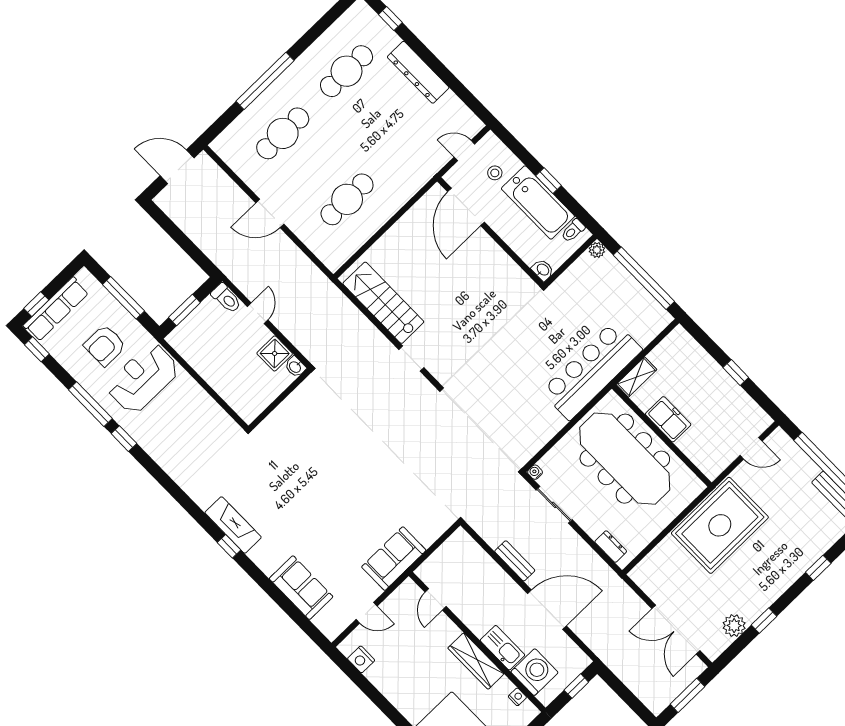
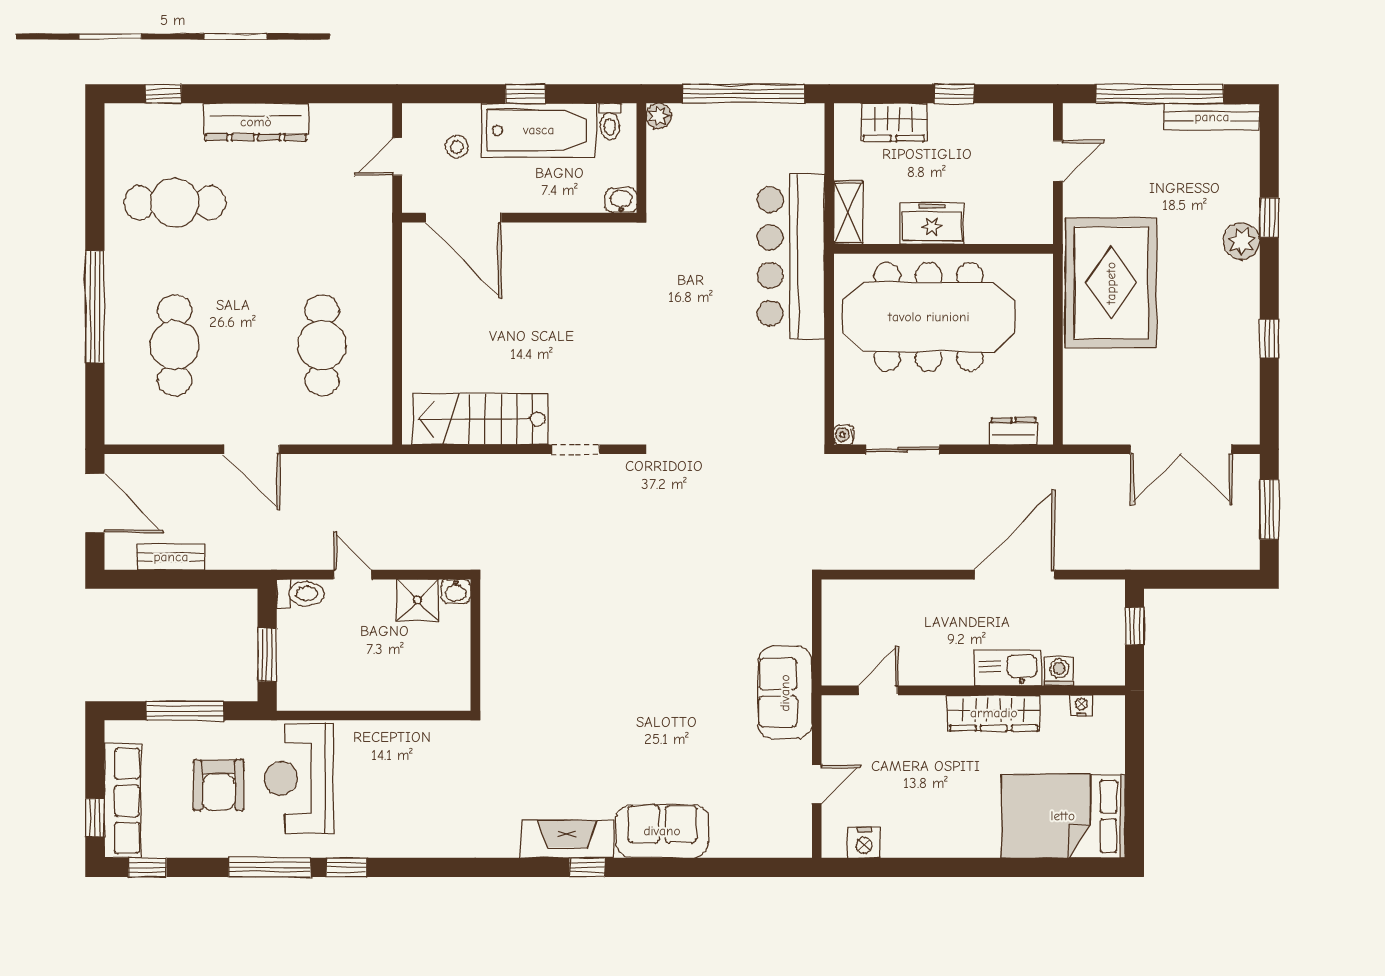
cafe table: (346, 71) -> (175, 203), turned 90
door: (177, 167) -> (95, 503), swing flipped
door: (270, 213) -> (252, 449), hinge flipped
wardrobe: (697, 358) -> (894, 122), added
bench: (515, 561) -> (171, 557), moved
sofa: (301, 588) -> (662, 831), moved
door: (436, 599) -> (878, 690), swing flipped
plant: (734, 626) -> (1242, 241), moved
washing machine: (534, 672) -> (1059, 671), width x0.53, depth x0.53

